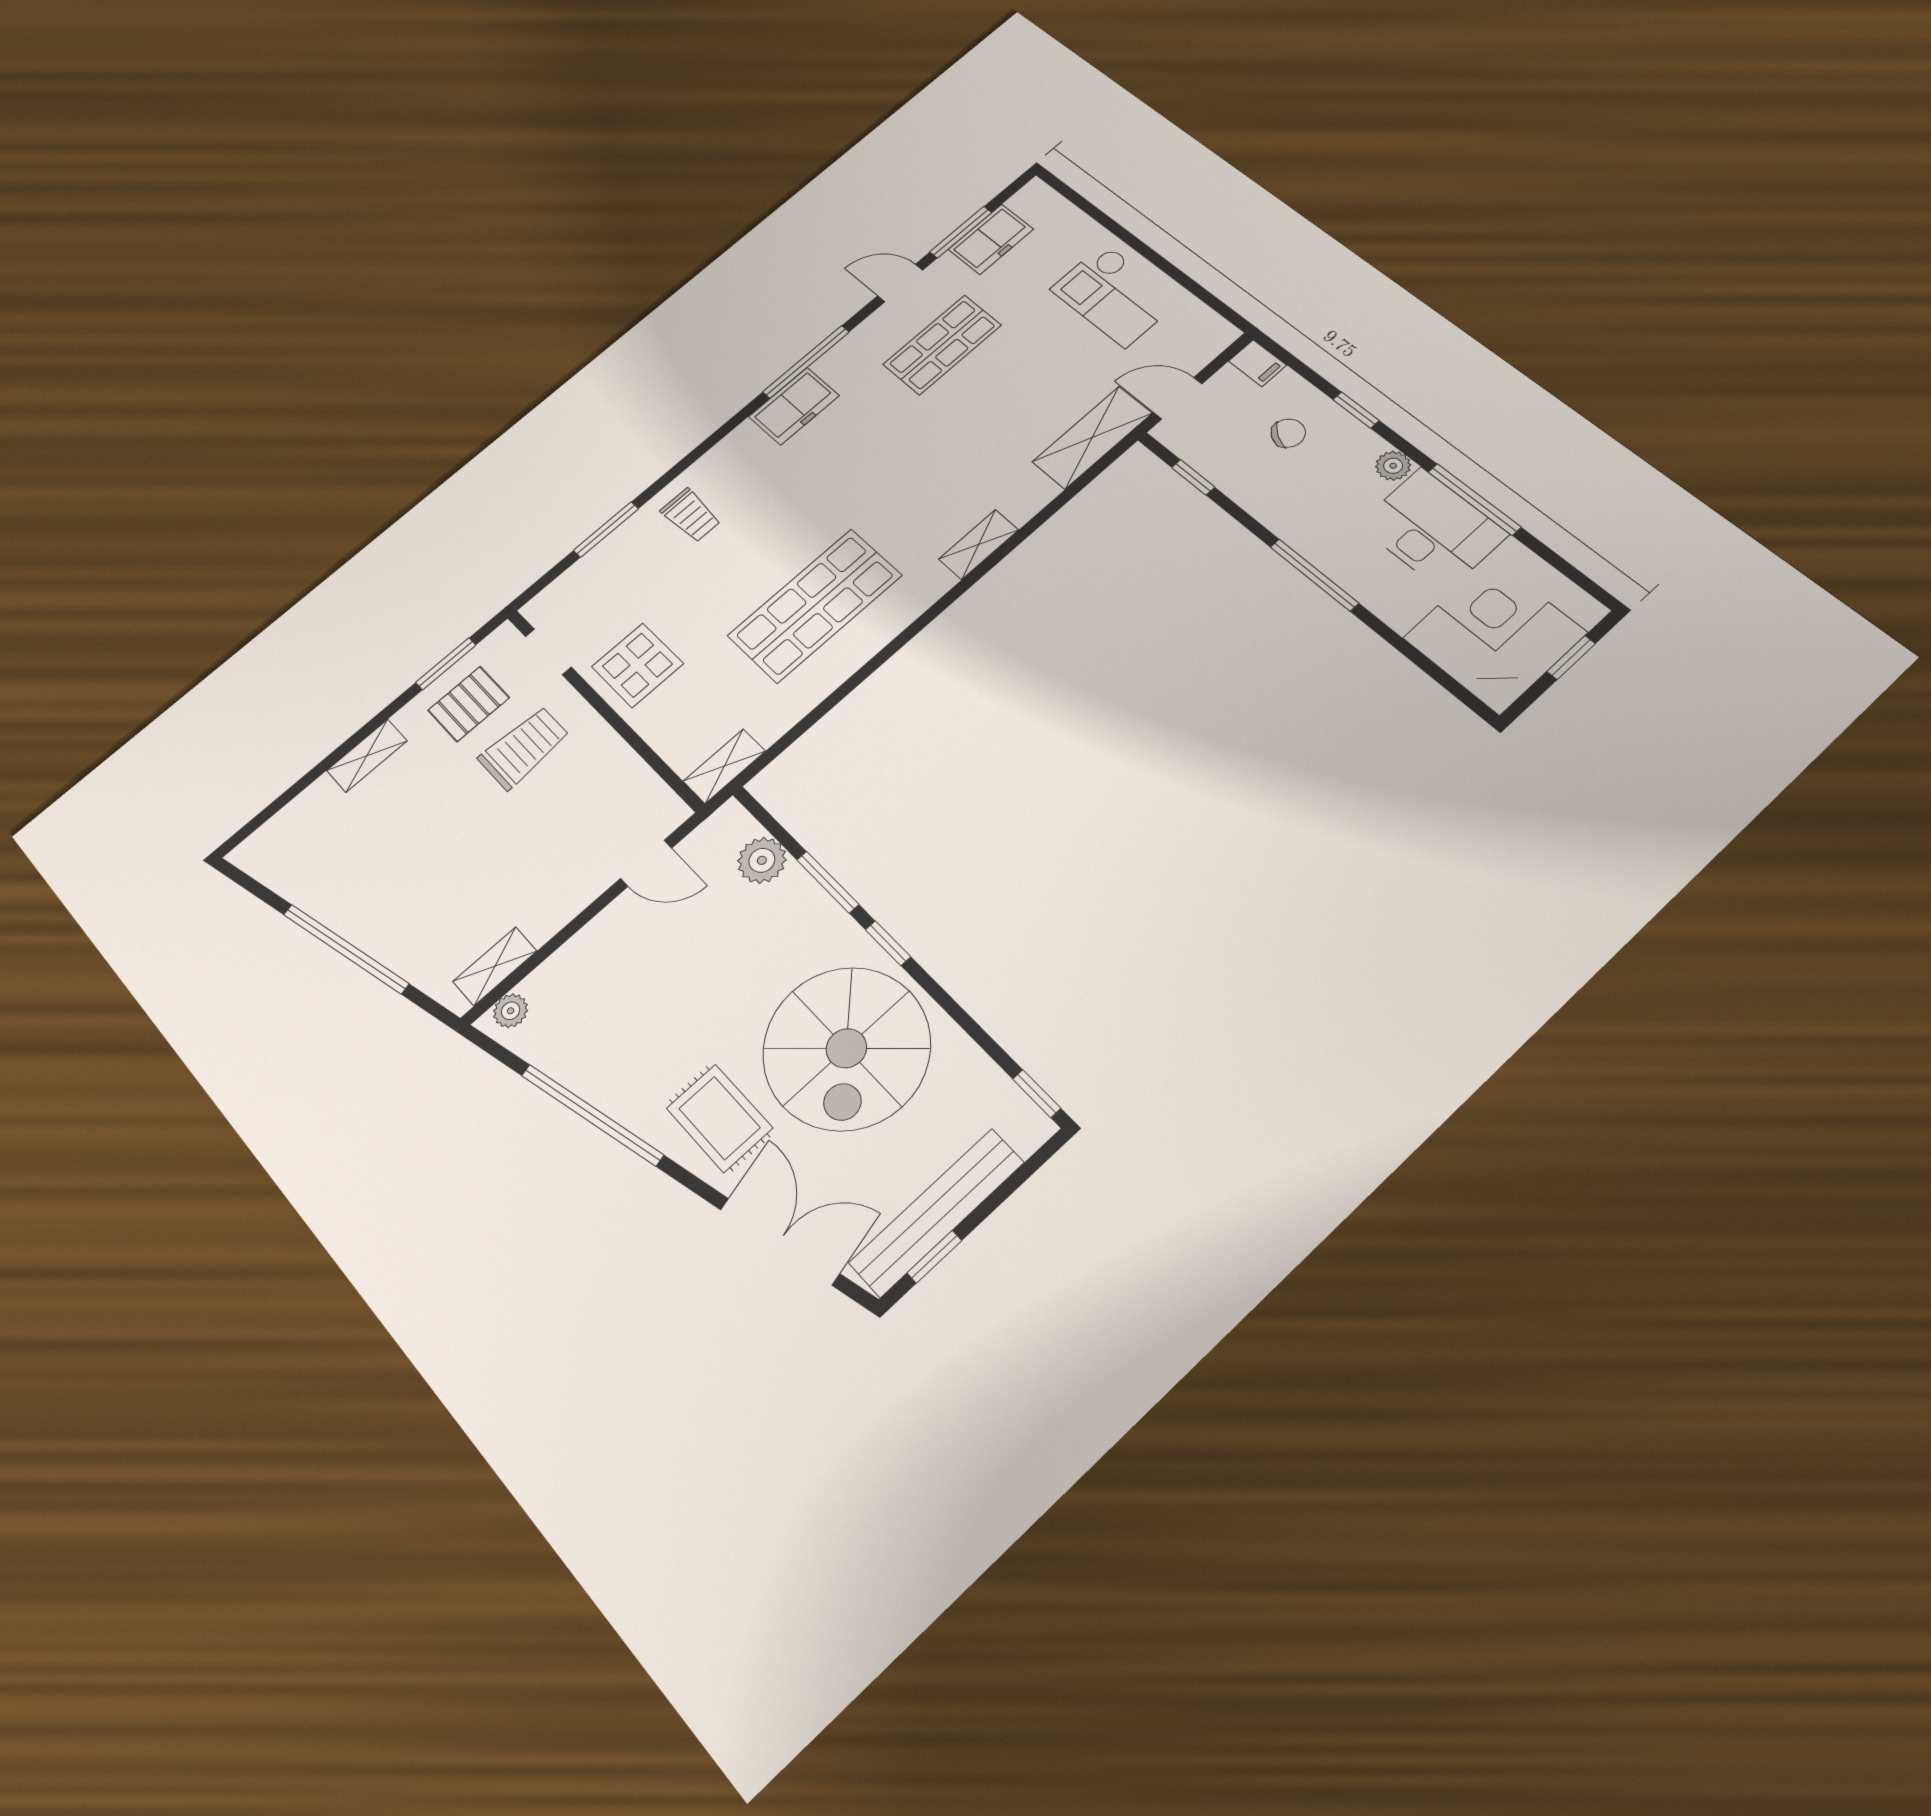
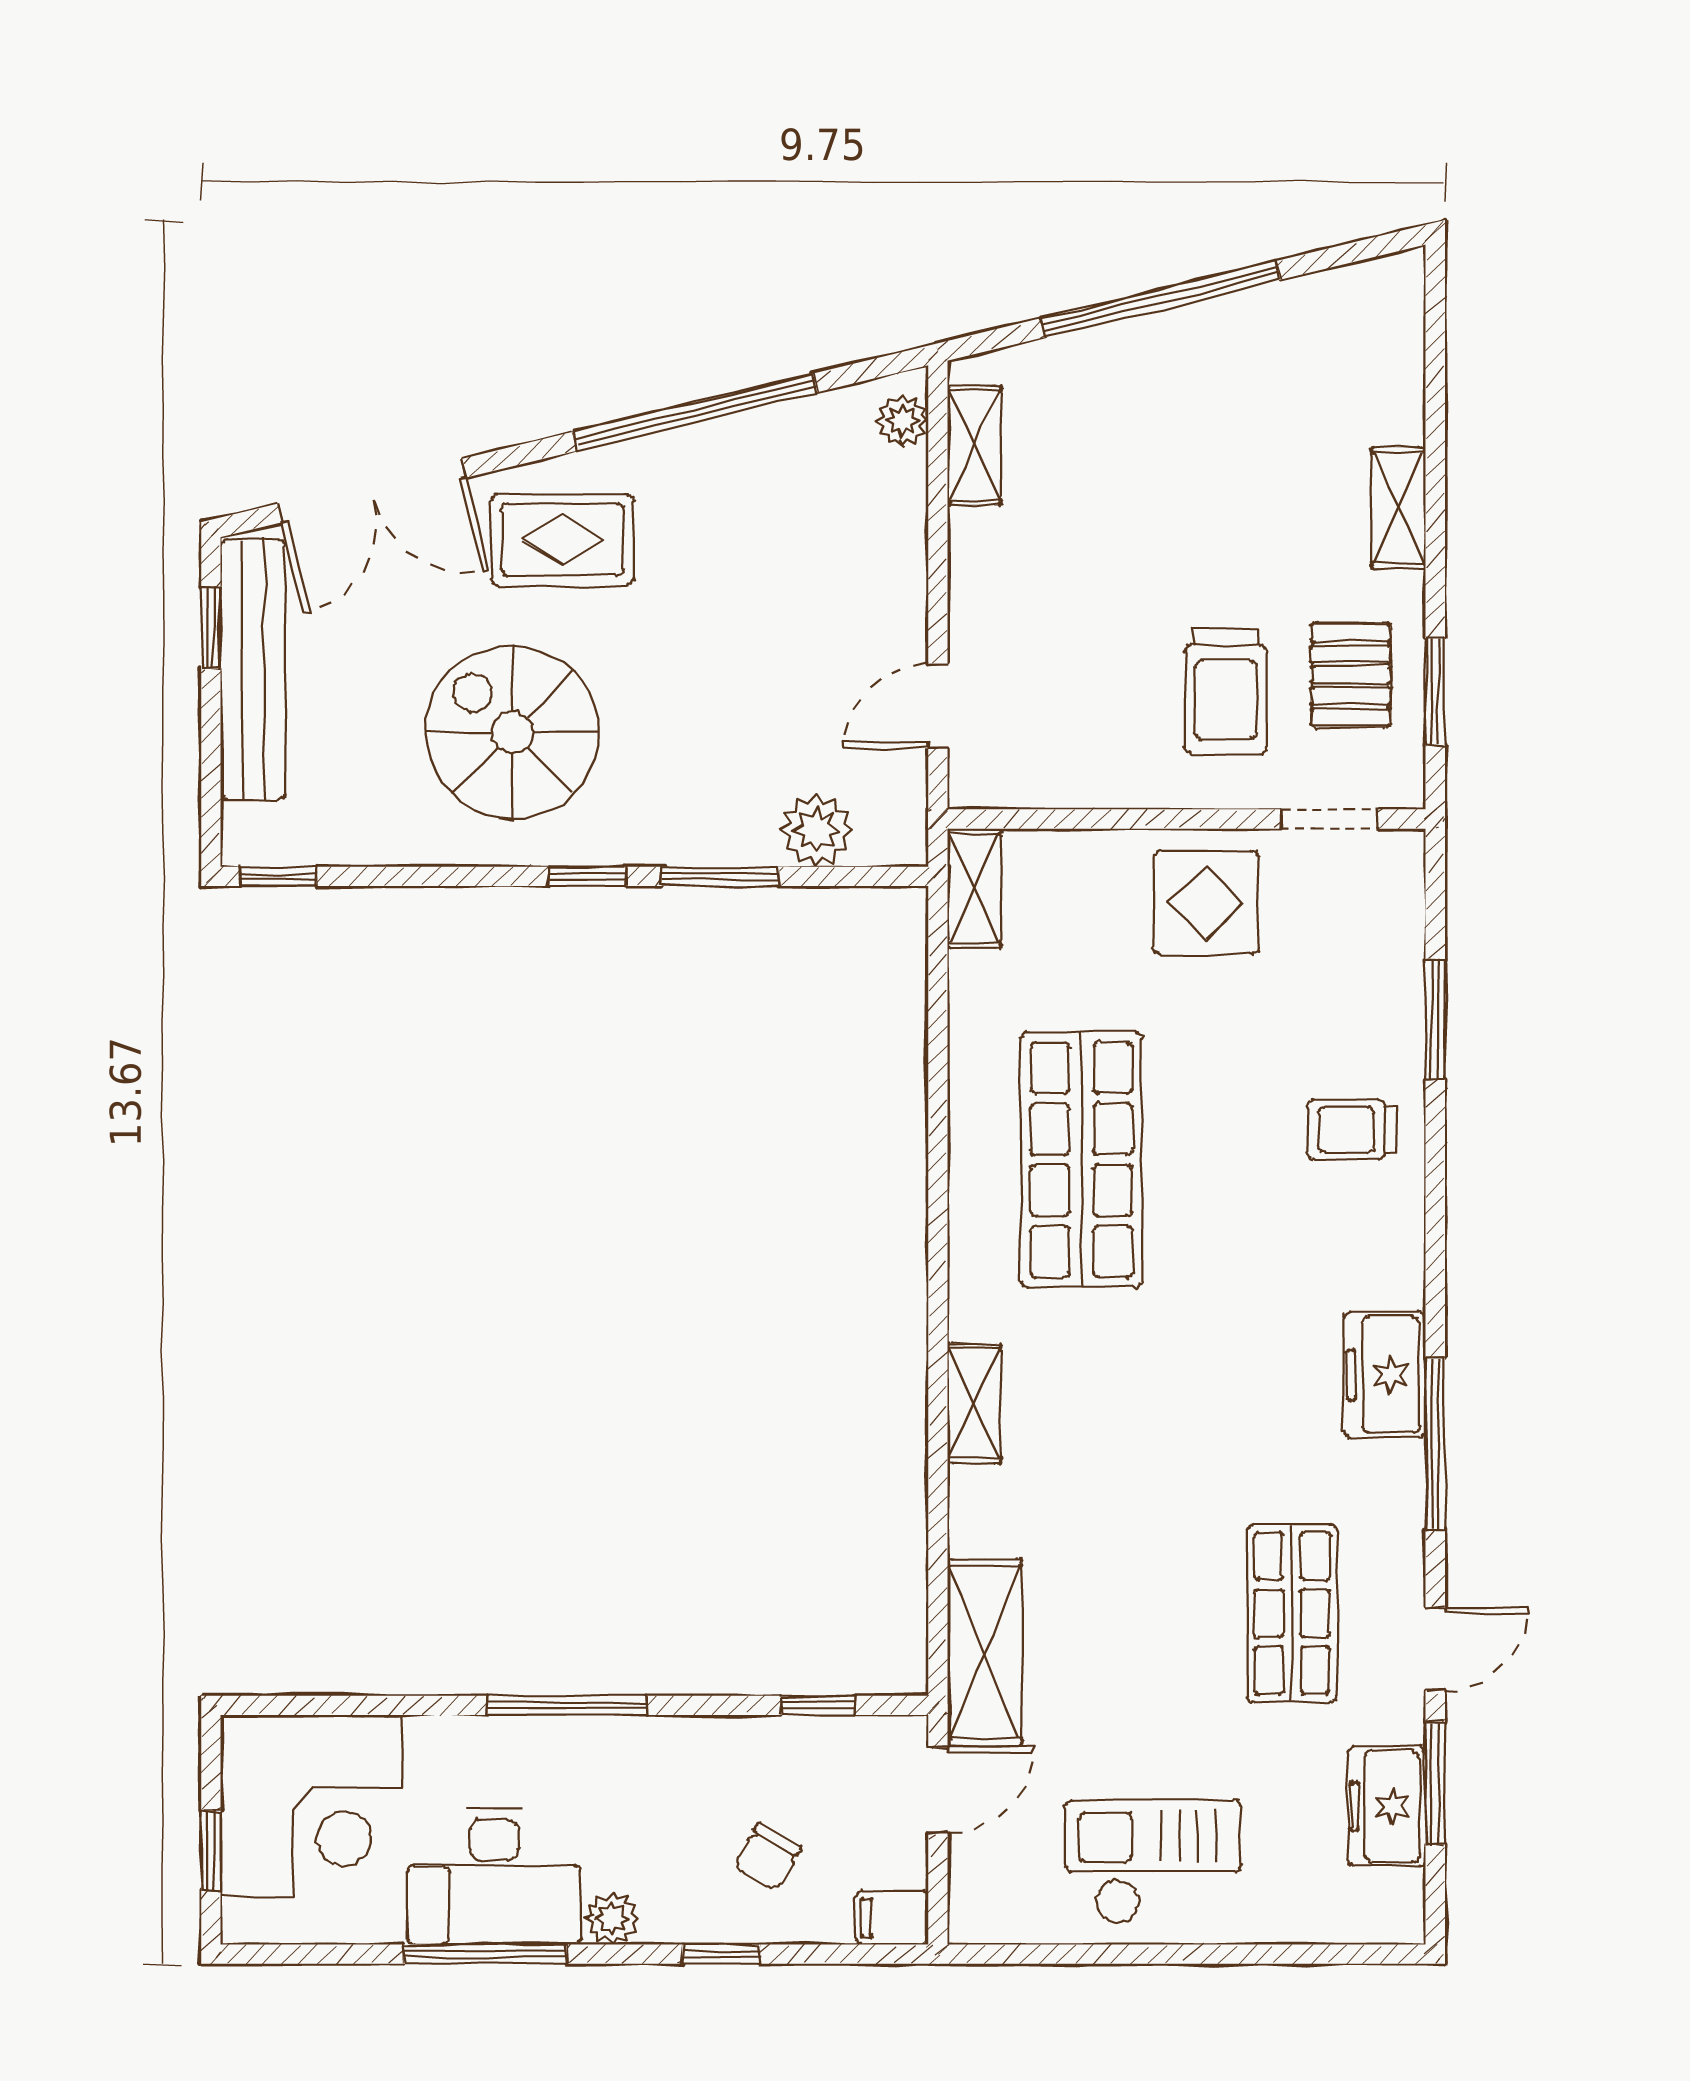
spiral stairs: (846, 1048) -> (512, 732), width x0.73, depth x0.73

